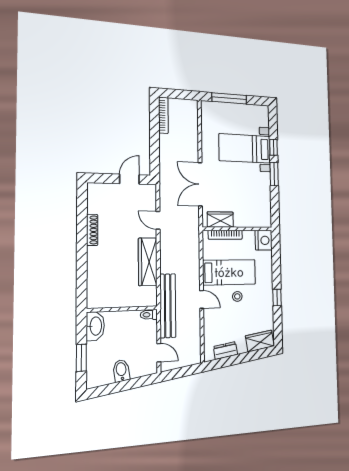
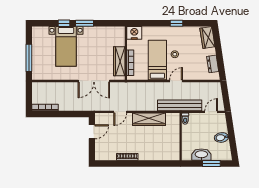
door: (129, 179) -> (92, 132), swing flipped
wardrobe: (220, 220) -> (119, 61), width x1.50
washbasin: (95, 326) -> (201, 155), moved

